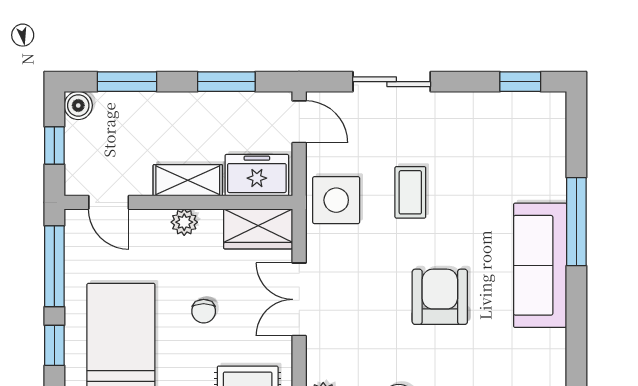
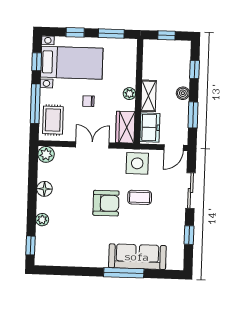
window: (127, 82) -> (195, 70), width x0.67
window: (520, 82) -> (189, 235), moved
boiler: (78, 105) -> (183, 93), moved
door: (109, 202) -> (140, 59), removed
sofa: (540, 265) -> (137, 257), moved
window: (54, 266) -> (111, 34), width x0.69
armchair: (440, 297) -> (106, 203), moved

